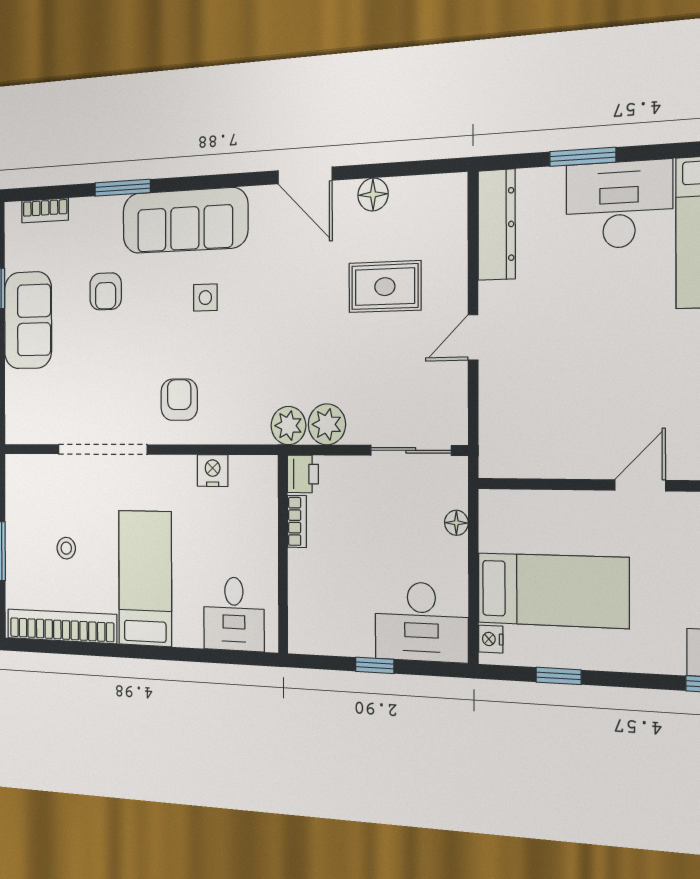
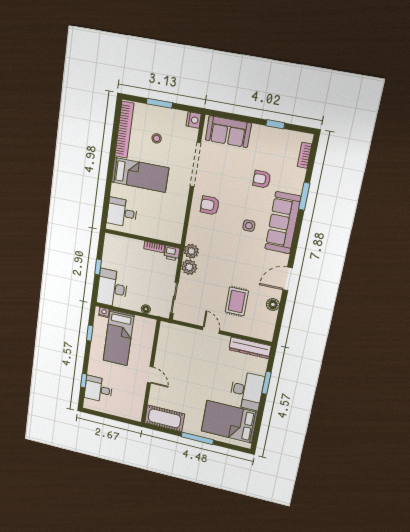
sofa: (28, 320) -> (228, 132), moved
armchair: (179, 400) -> (210, 205), turned 180
nightstand: (213, 471) -> (194, 120), moved

